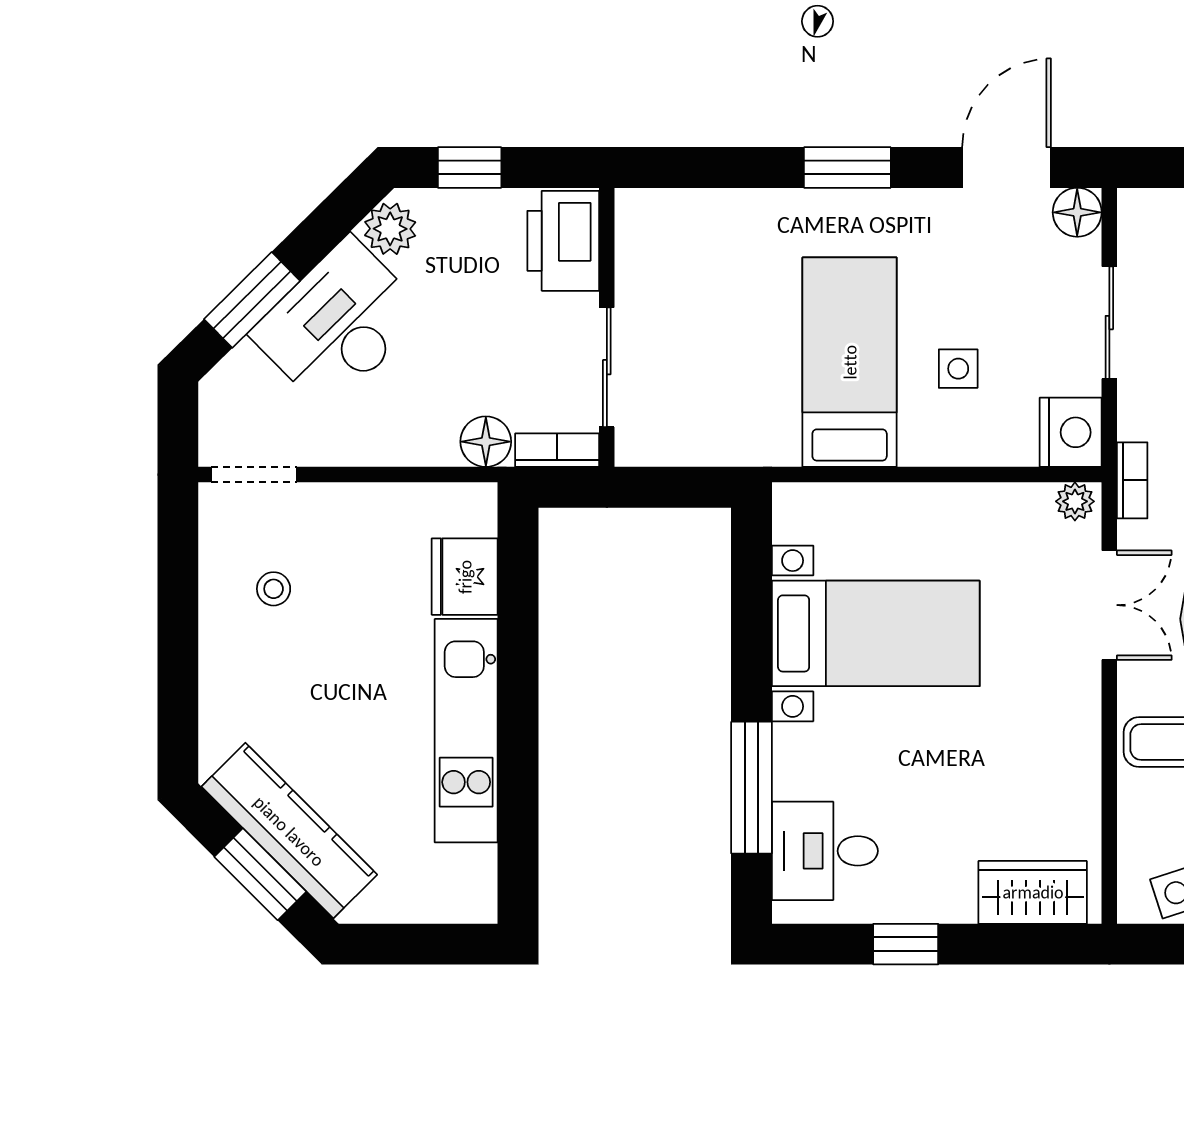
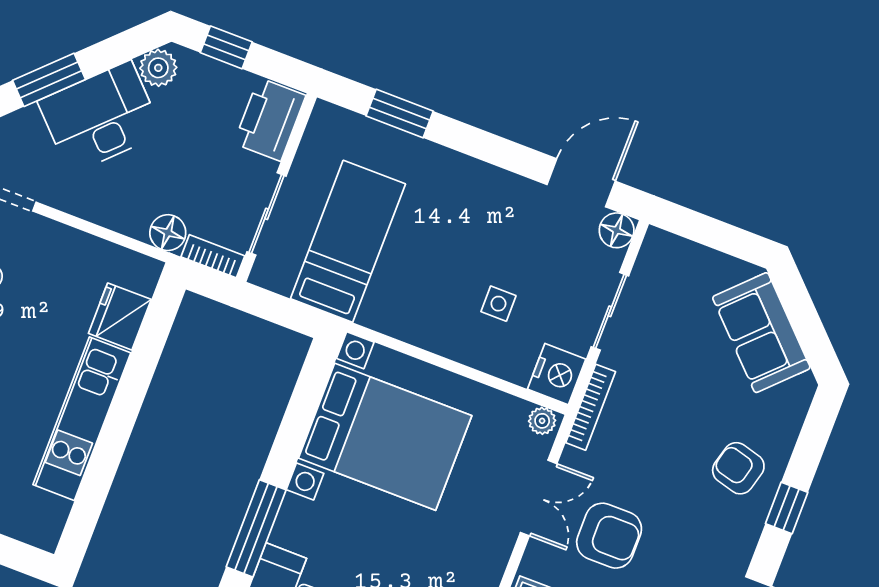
window: (847, 167) -> (400, 114), moved
bed: (850, 362) -> (348, 241), moved
bookcase: (1132, 480) -> (591, 407), width x1.56
bed with nightstands: (876, 633) -> (385, 437), width x1.36

